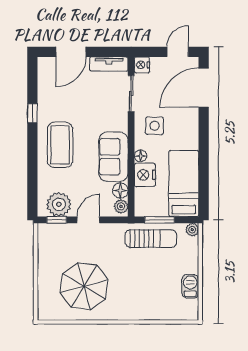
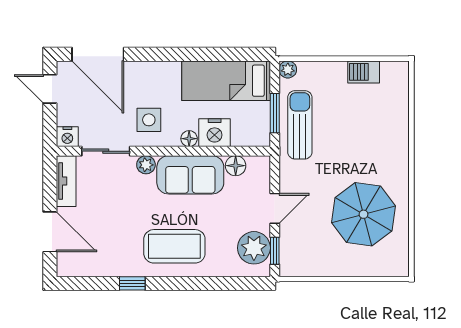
plant: (121, 206) -> (146, 165), moved
door: (88, 220) -> (275, 208), swing flipped

